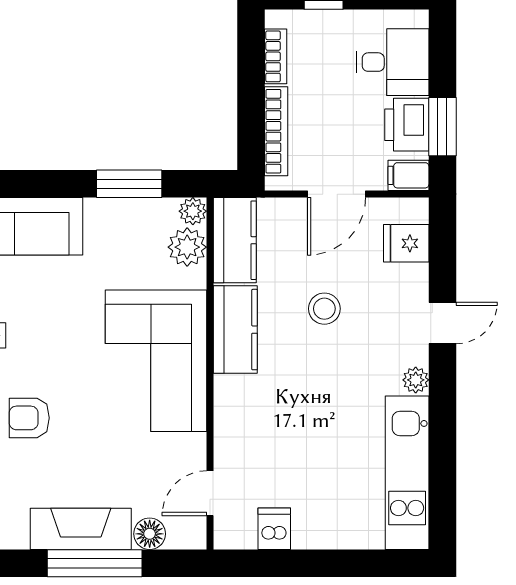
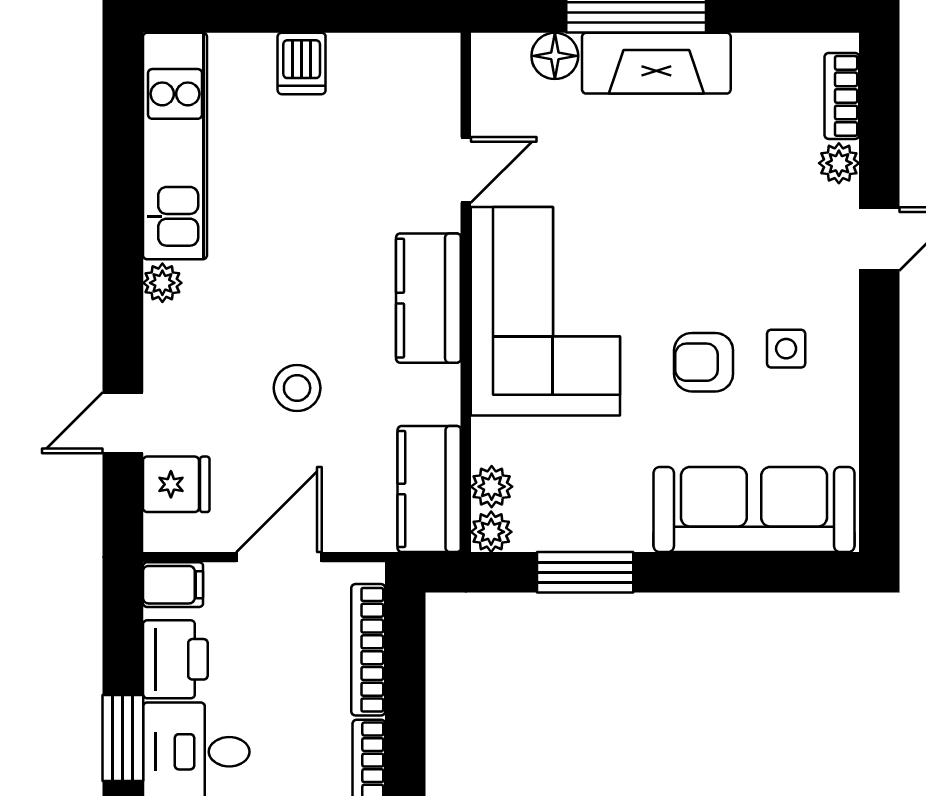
window: (442, 127) -> (123, 738), moved
plant: (187, 247) -> (492, 487), width x0.73, depth x0.73
door: (442, 323) -> (123, 423), moved
kitchen counter: (235, 330) -> (428, 298), moved
armchair: (29, 418) -> (704, 362), moved, turned 180
door: (210, 493) -> (466, 170), moved
dishwasher: (274, 529) -> (302, 63), moved

